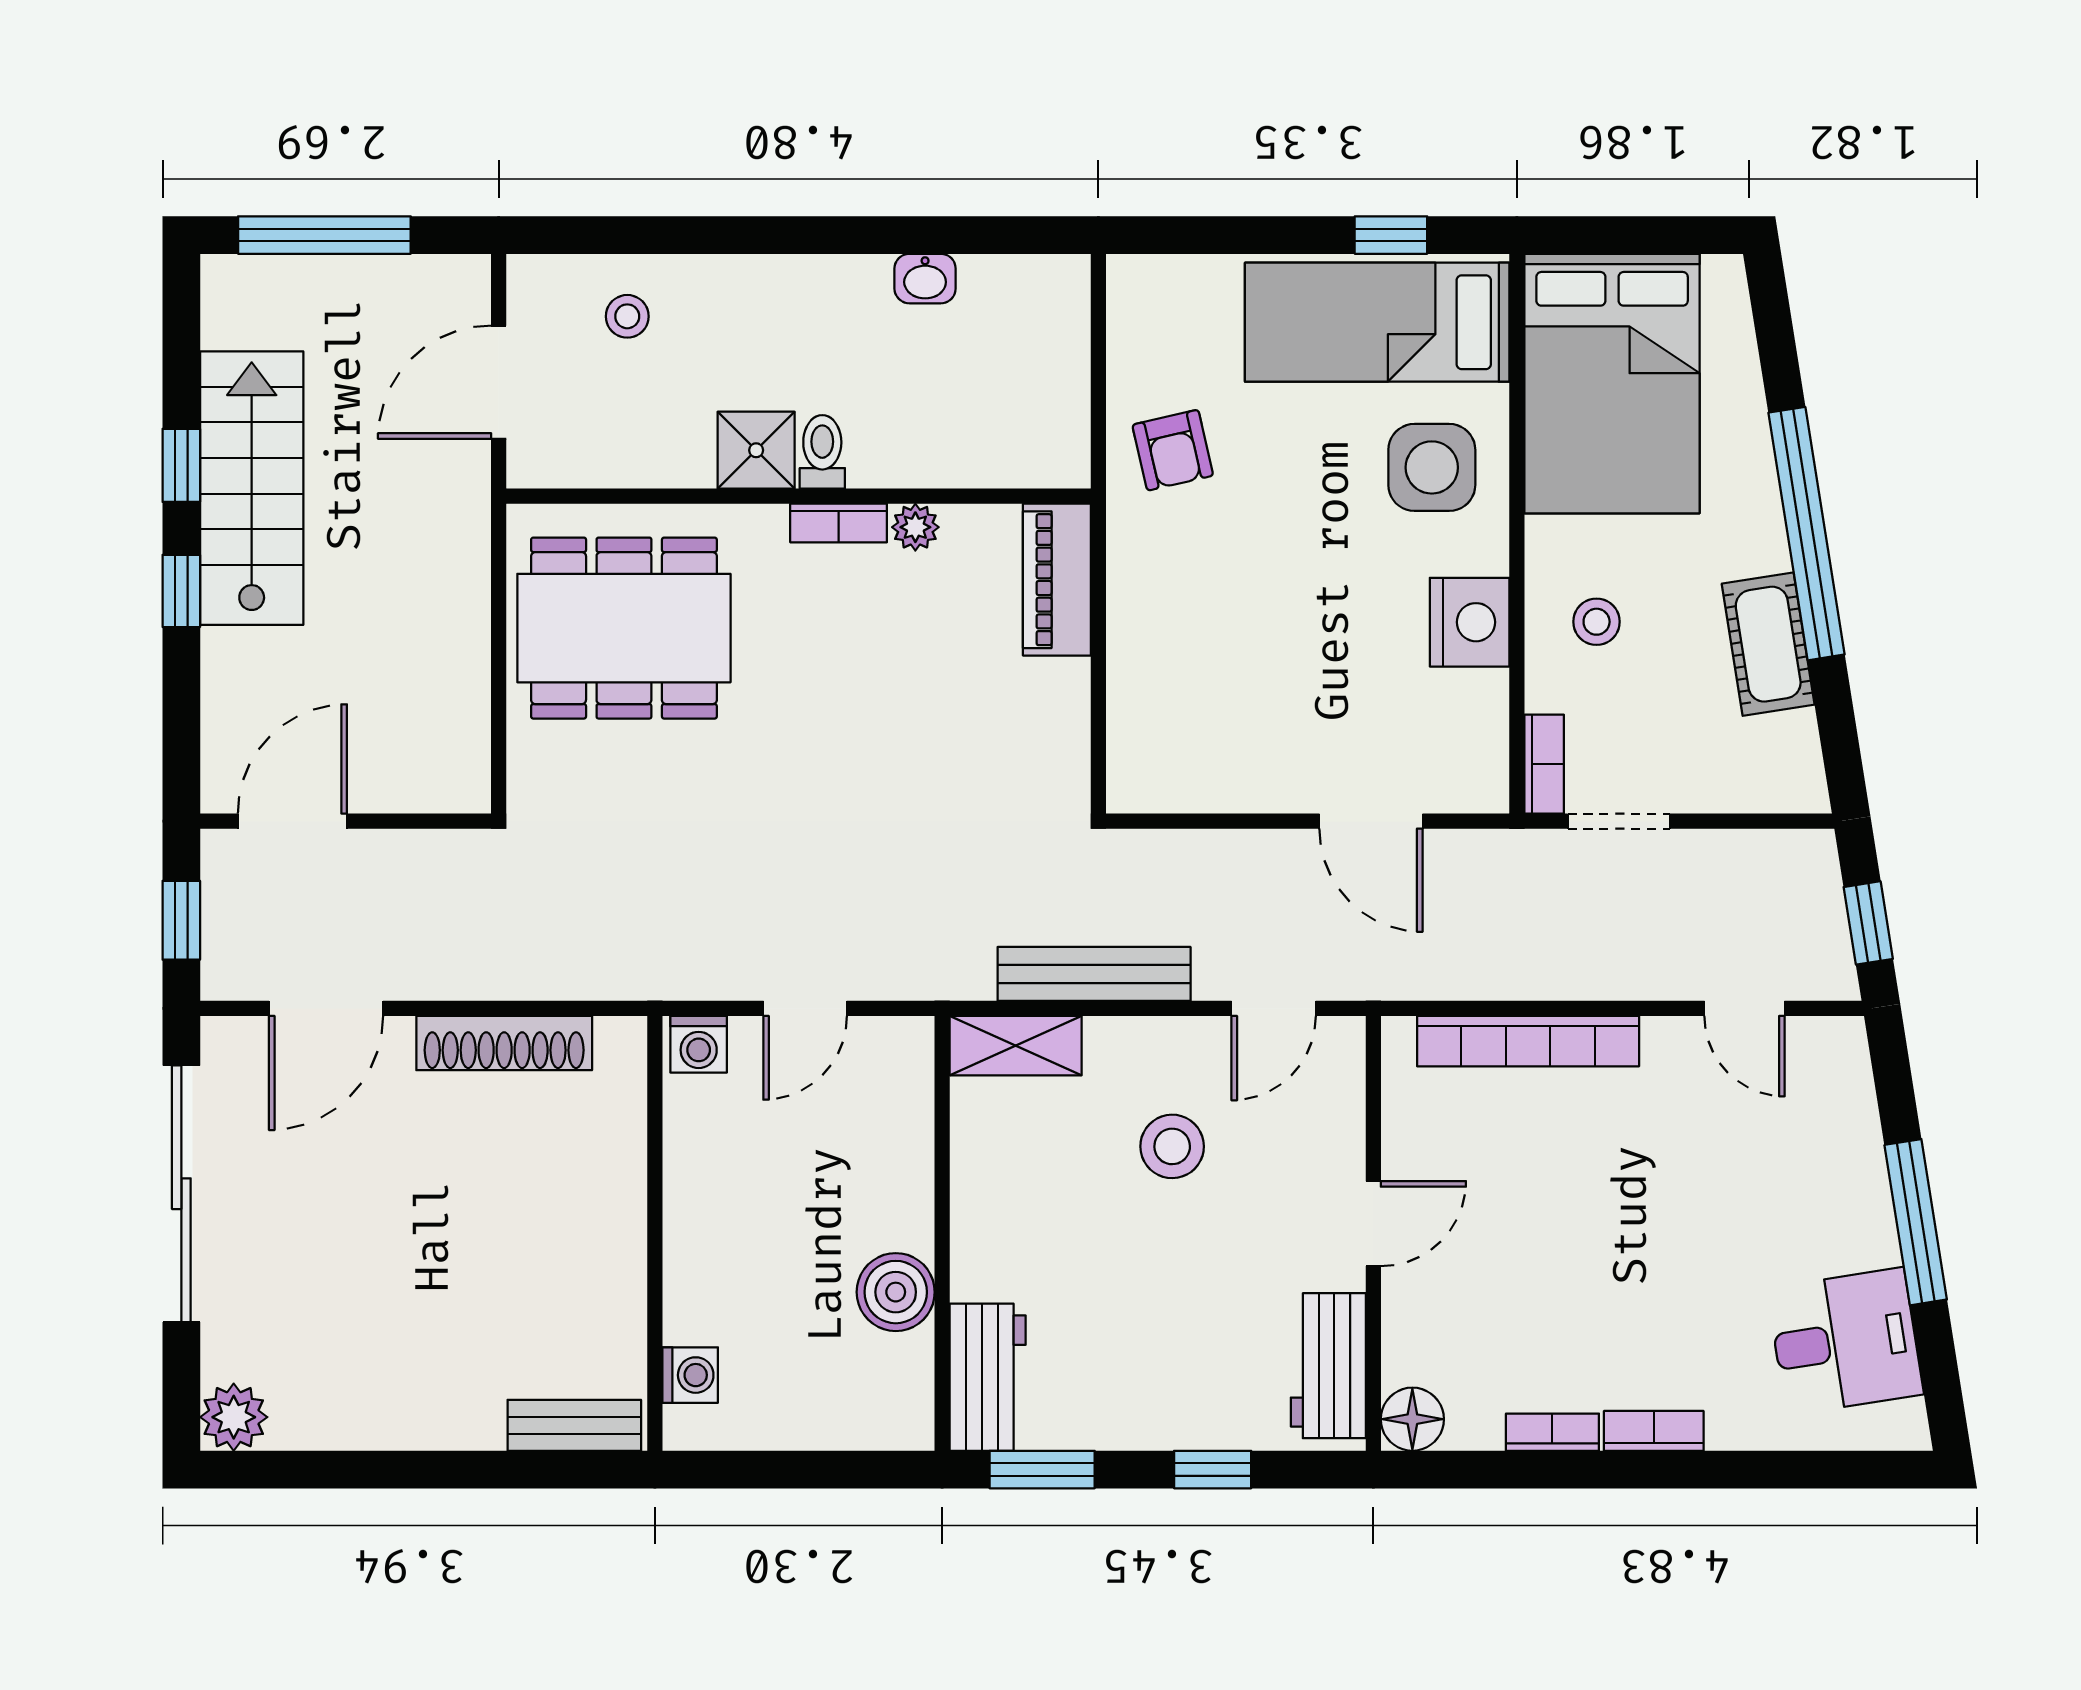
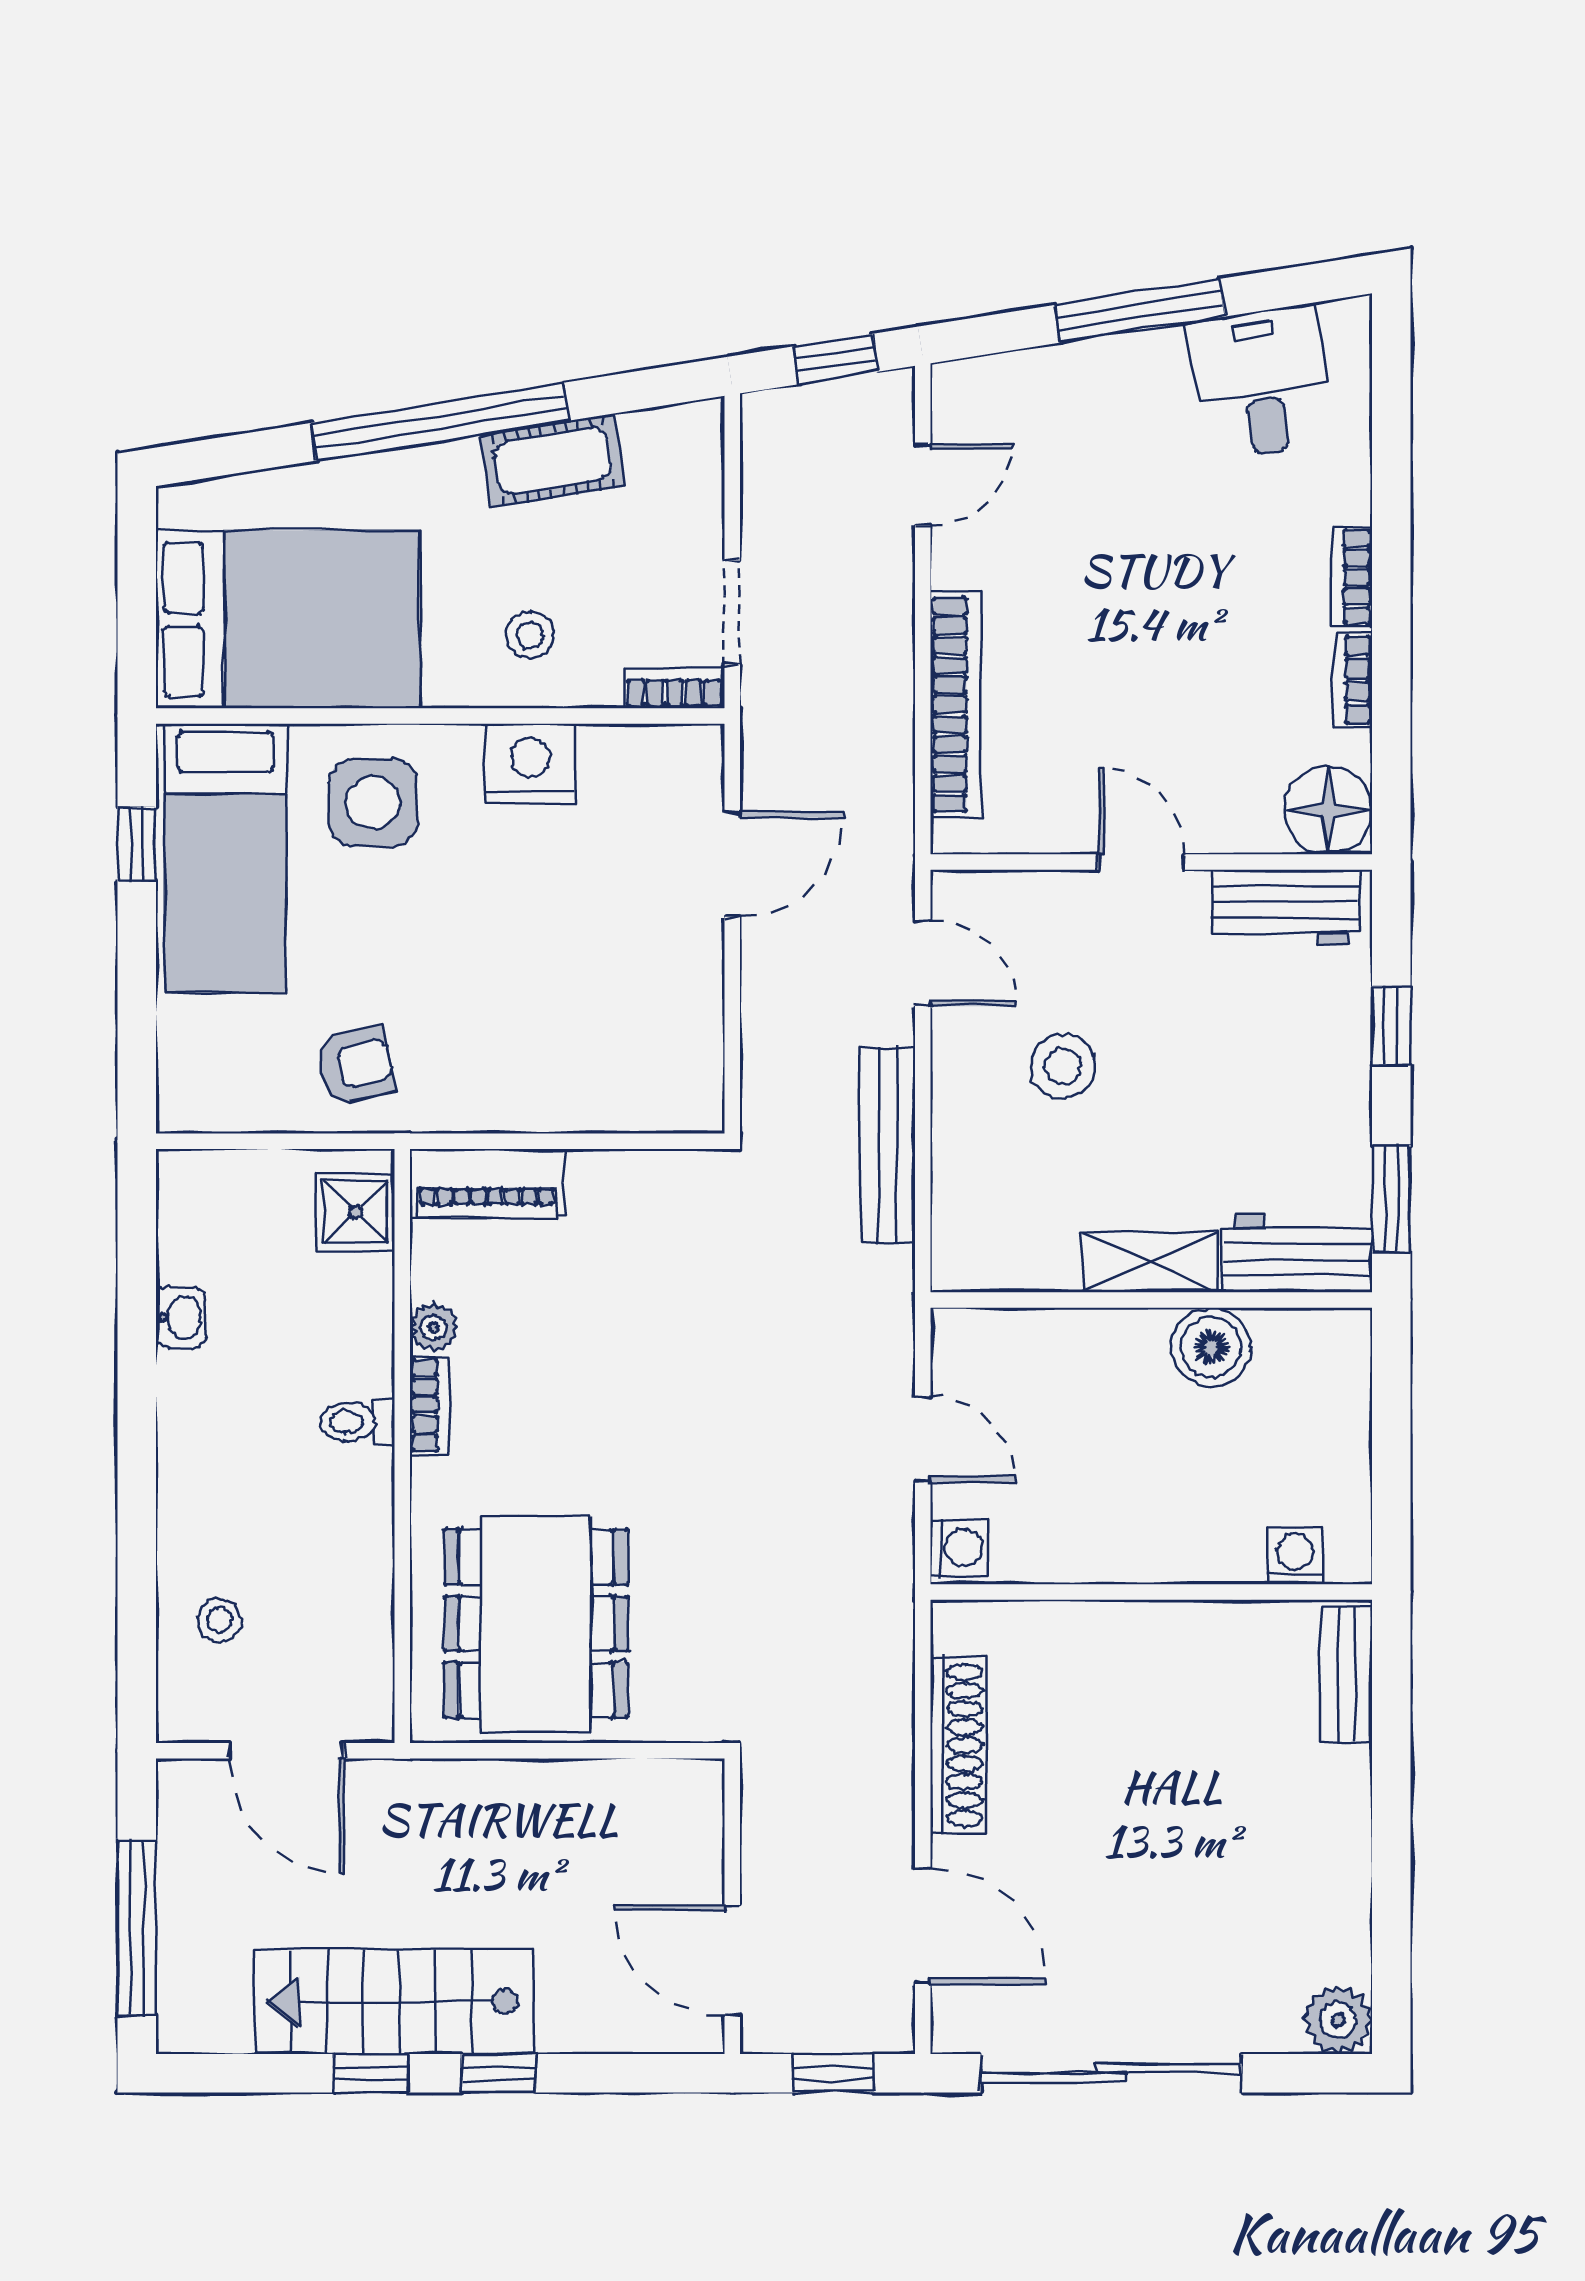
shower: (756, 450) -> (355, 1212), moved
shelving: (1016, 1046) -> (1151, 1262), moved, turned 90
floor lamp: (1412, 1419) -> (1328, 810), width x1.38, depth x1.38

